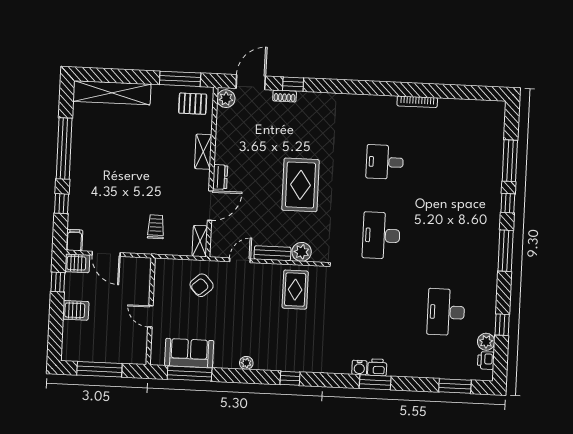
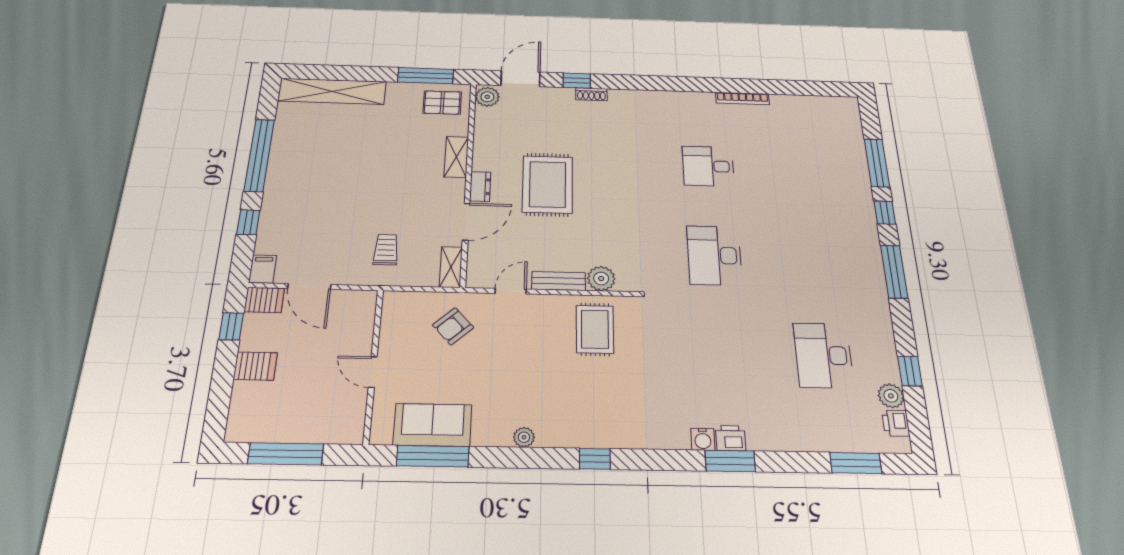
shoe rack: (285, 96) -> (591, 94), moved
rug: (300, 185) -> (548, 184), moved

